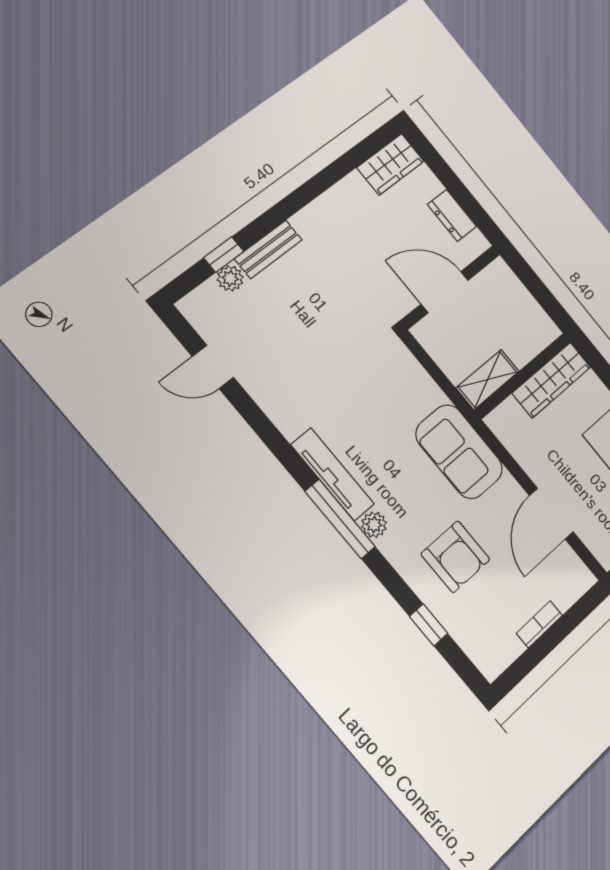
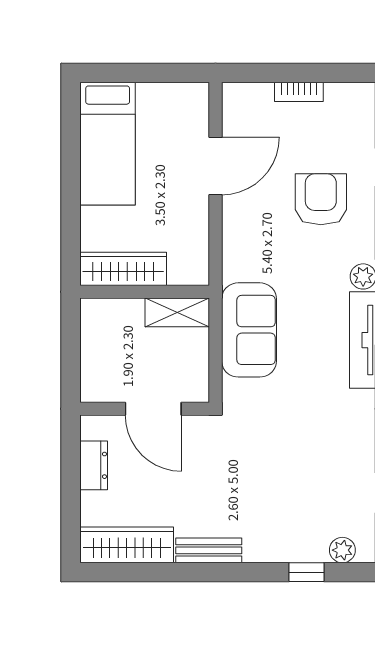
wardrobe: (390, 164) -> (127, 545), width x1.50
bench: (268, 249) -> (209, 550), moved
plant: (230, 278) -> (342, 550), moved
sofa: (459, 452) -> (249, 330), moved

